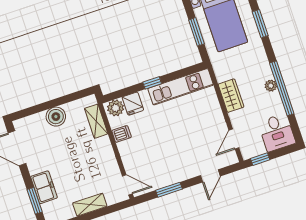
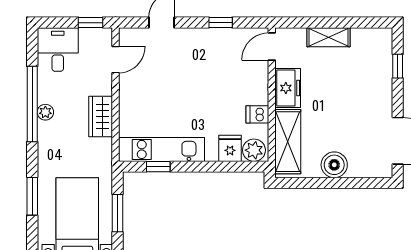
window: (152, 83) -> (158, 167), moved
shelving: (96, 121) -> (288, 142), width x1.50, depth x1.33
door: (127, 185) -> (272, 47), hinge flipped
freezer: (44, 187) -> (288, 88), moved, turned 180
window: (169, 190) -> (221, 23), width x0.67
window: (35, 201) -> (398, 66), width x0.67

